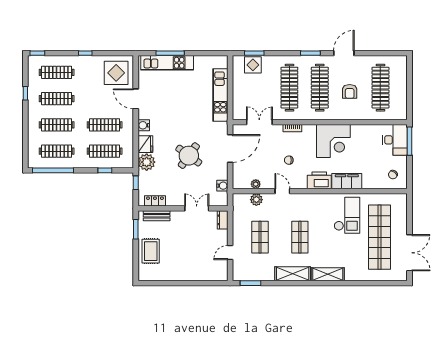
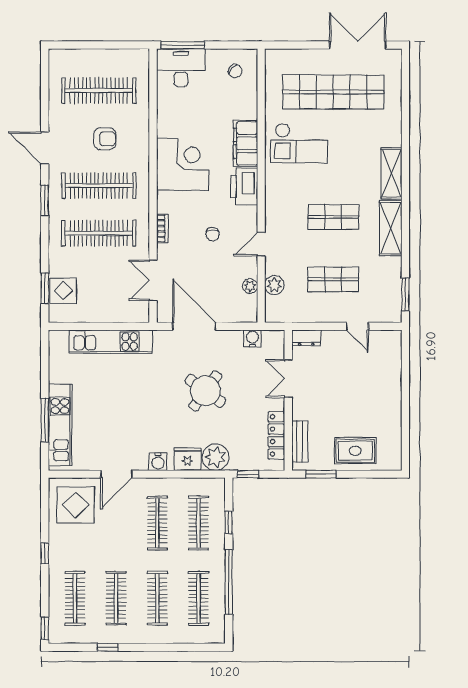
window: (53, 170) -> (229, 582), moved
locker: (155, 201) -> (276, 435), width x1.53
checkout: (347, 215) -> (299, 143), turned 180

